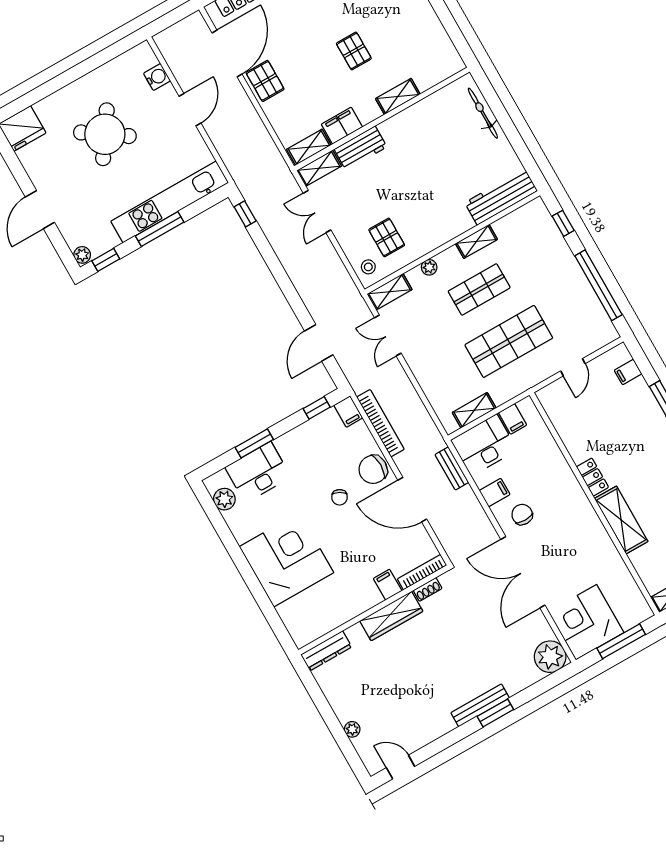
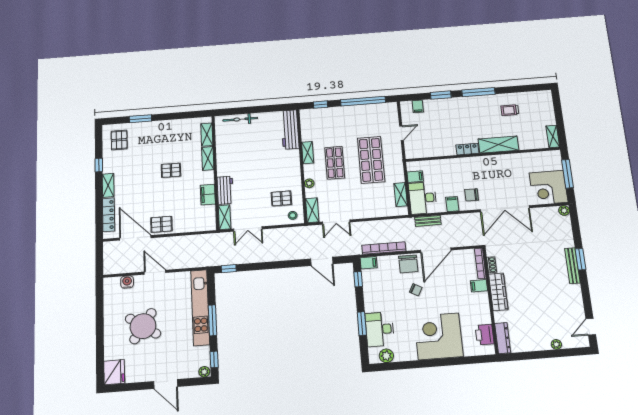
shelving: (309, 147) -> (207, 135), moved
door: (573, 367) -> (402, 133), hinge flipped
printer: (319, 623) -> (485, 335), added
plant: (550, 657) -> (564, 210), width x0.53, depth x0.53

